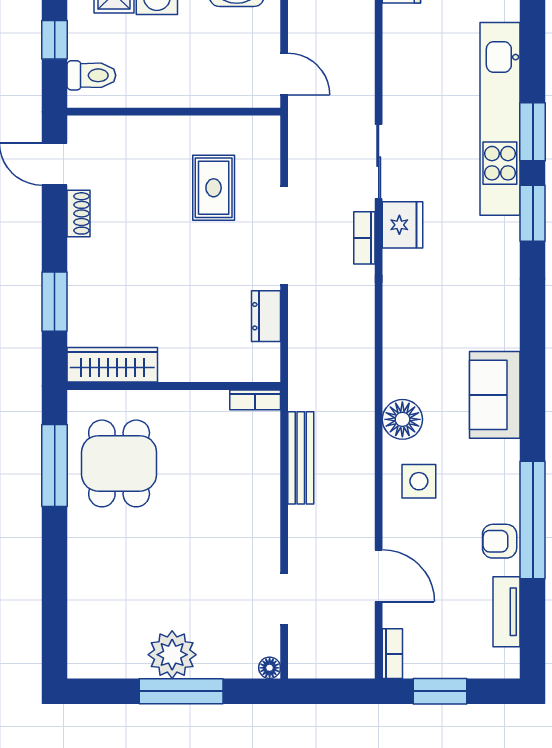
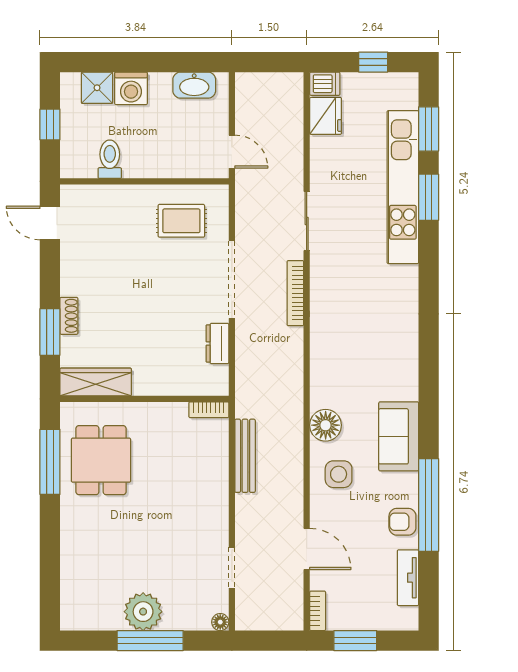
toilet: (91, 75) -> (110, 159), moved, turned -90
rug: (214, 188) -> (181, 221), moved, turned 90
shoe rack: (79, 213) -> (69, 316), moved
window: (533, 213) -> (429, 129), moved
fridge: (403, 225) -> (326, 116), moved
bookcase: (364, 238) -> (295, 293), width x1.56
sofa: (495, 395) -> (399, 436), moved

